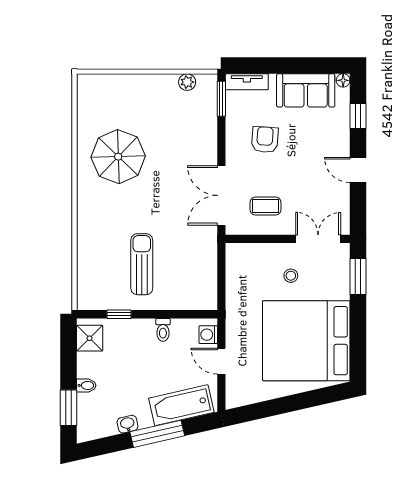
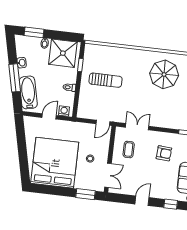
double door: (221, 195) -> (137, 127), width x0.73
door: (221, 260) -> (103, 123), added
shower: (90, 338) -> (63, 53), width x1.86, depth x1.86

